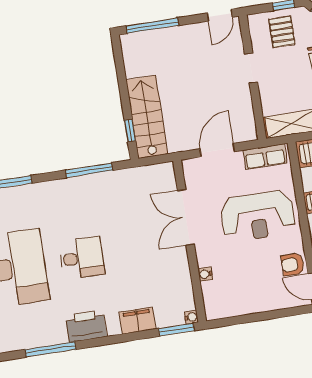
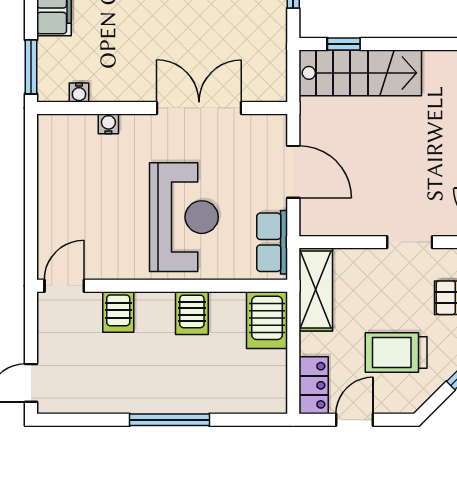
reception desk: (258, 216) -> (184, 217), turned 180
armchair: (293, 264) -> (102, 259), removed
water cooler: (191, 317) -> (79, 93), moved

